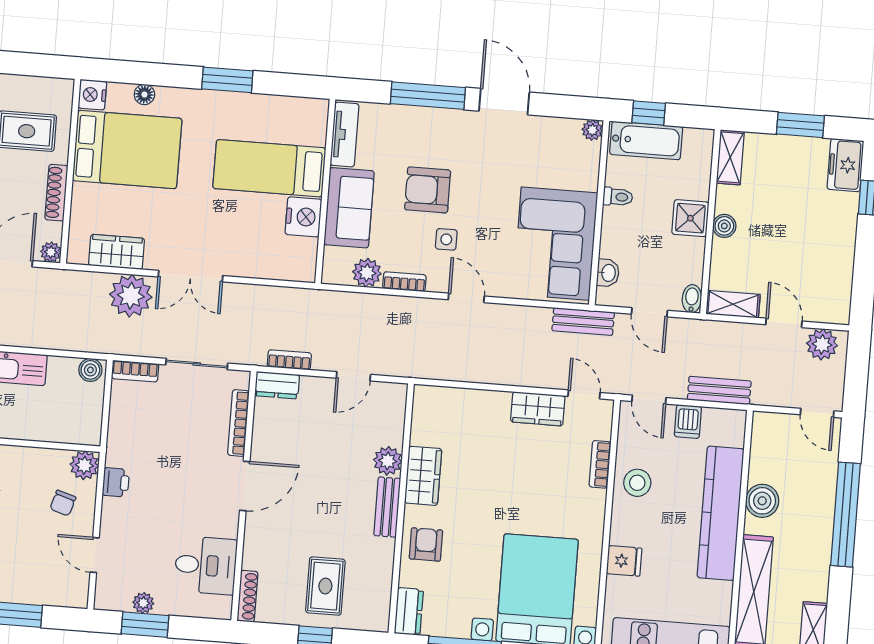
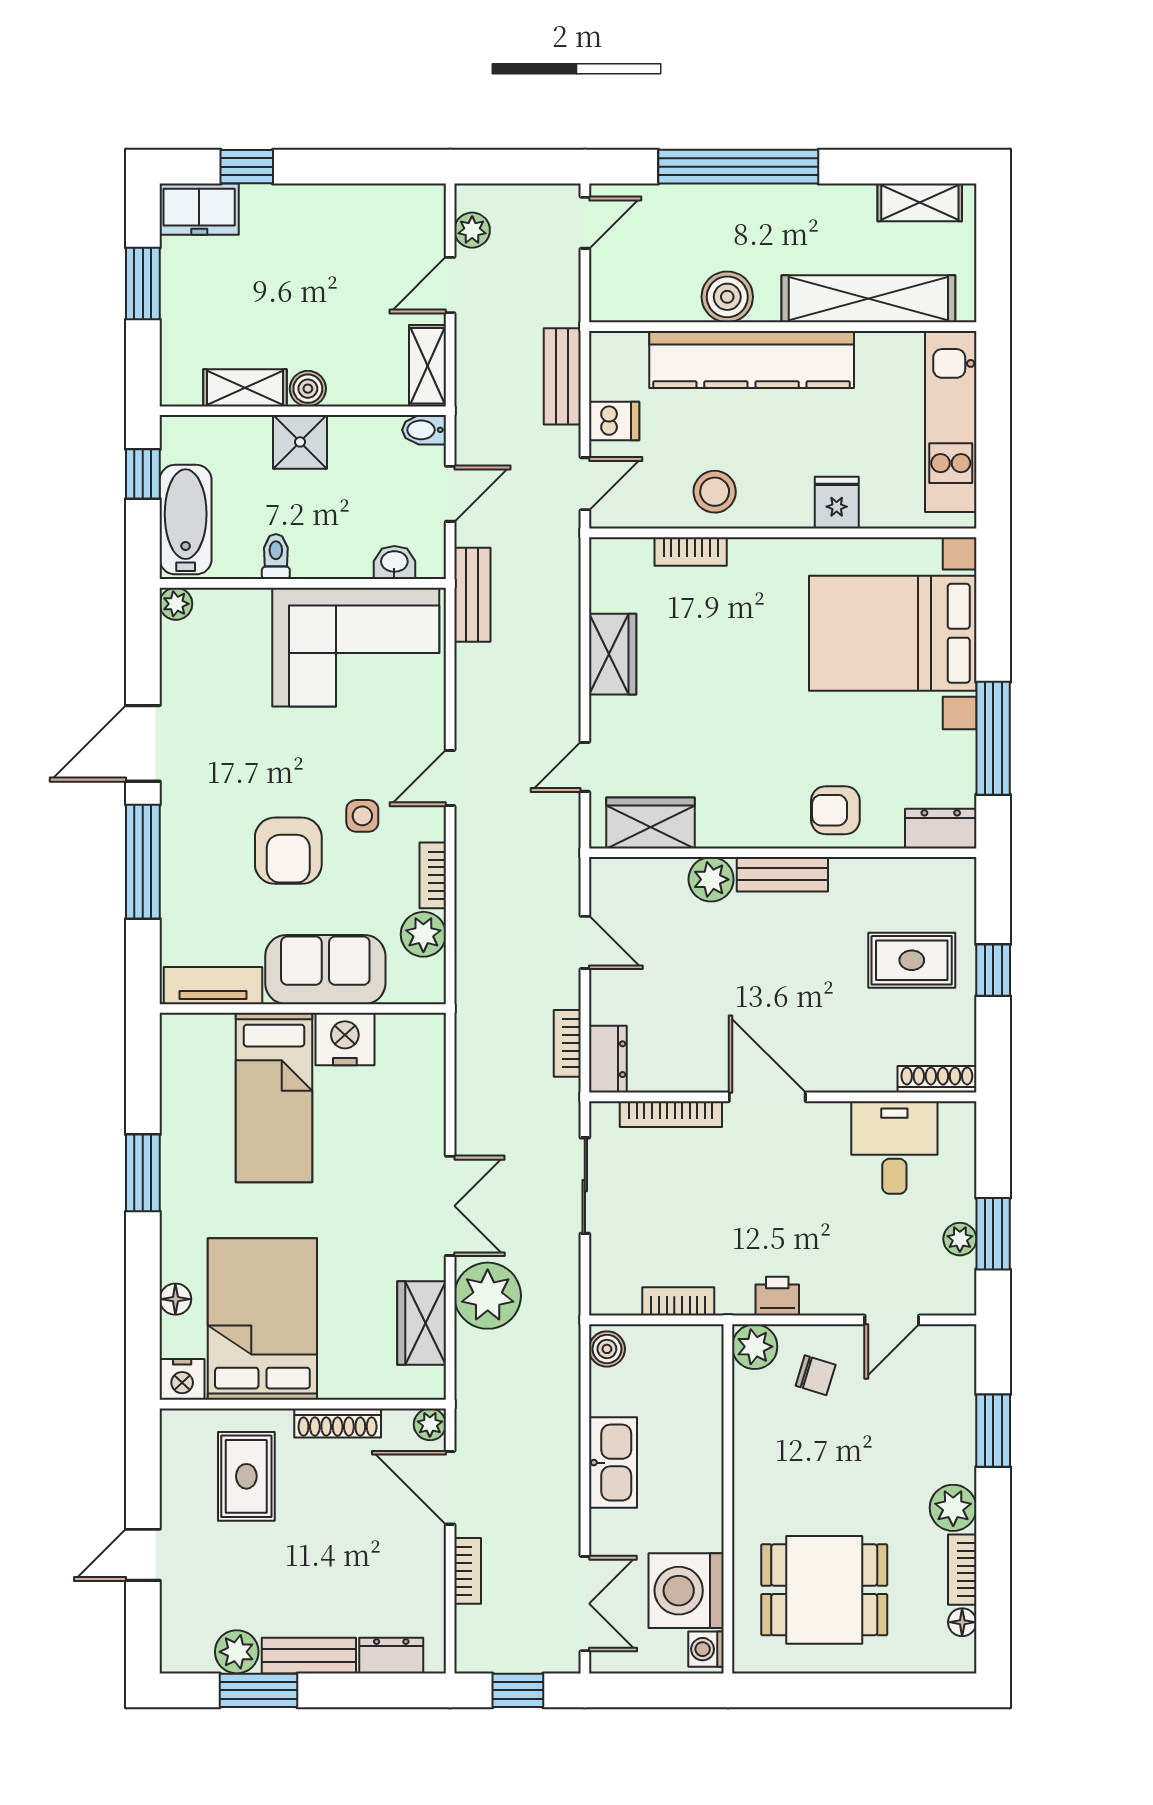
window: (649, 113) -> (143, 474), moved
shelving: (730, 157) -> (245, 388), moved
plant: (822, 344) -> (472, 230), width x0.73, depth x0.73
bookcase: (135, 371) -> (678, 1301), moved, turned -90
door: (584, 394) -> (585, 767), moved
wardrobe: (423, 476) -> (651, 823), moved

